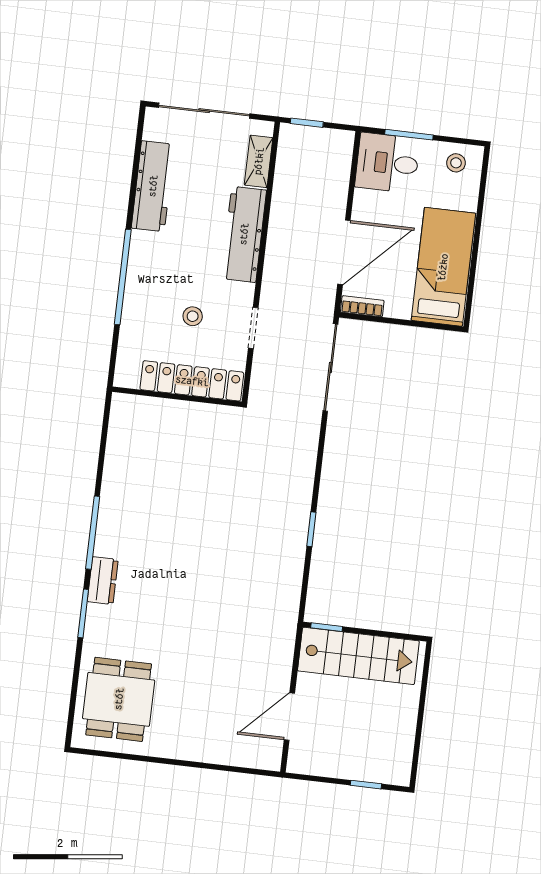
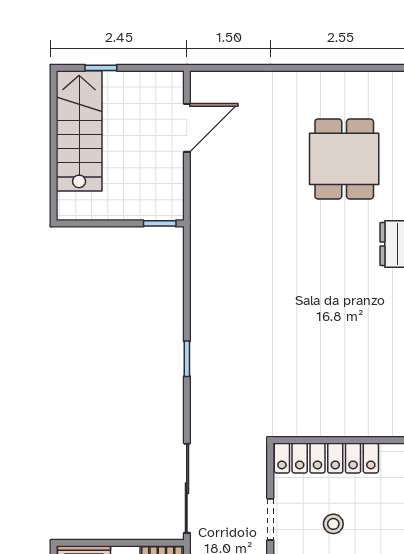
window: (311, 529) -> (187, 359), moved
stairs: (358, 656) -> (79, 131), moved, turned 90
dining table: (119, 699) -> (344, 159), moved

